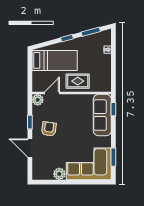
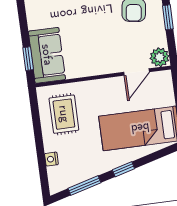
rug: (78, 81) -> (64, 114), moved, turned 90
sofa: (102, 115) -> (47, 55), width x0.73

